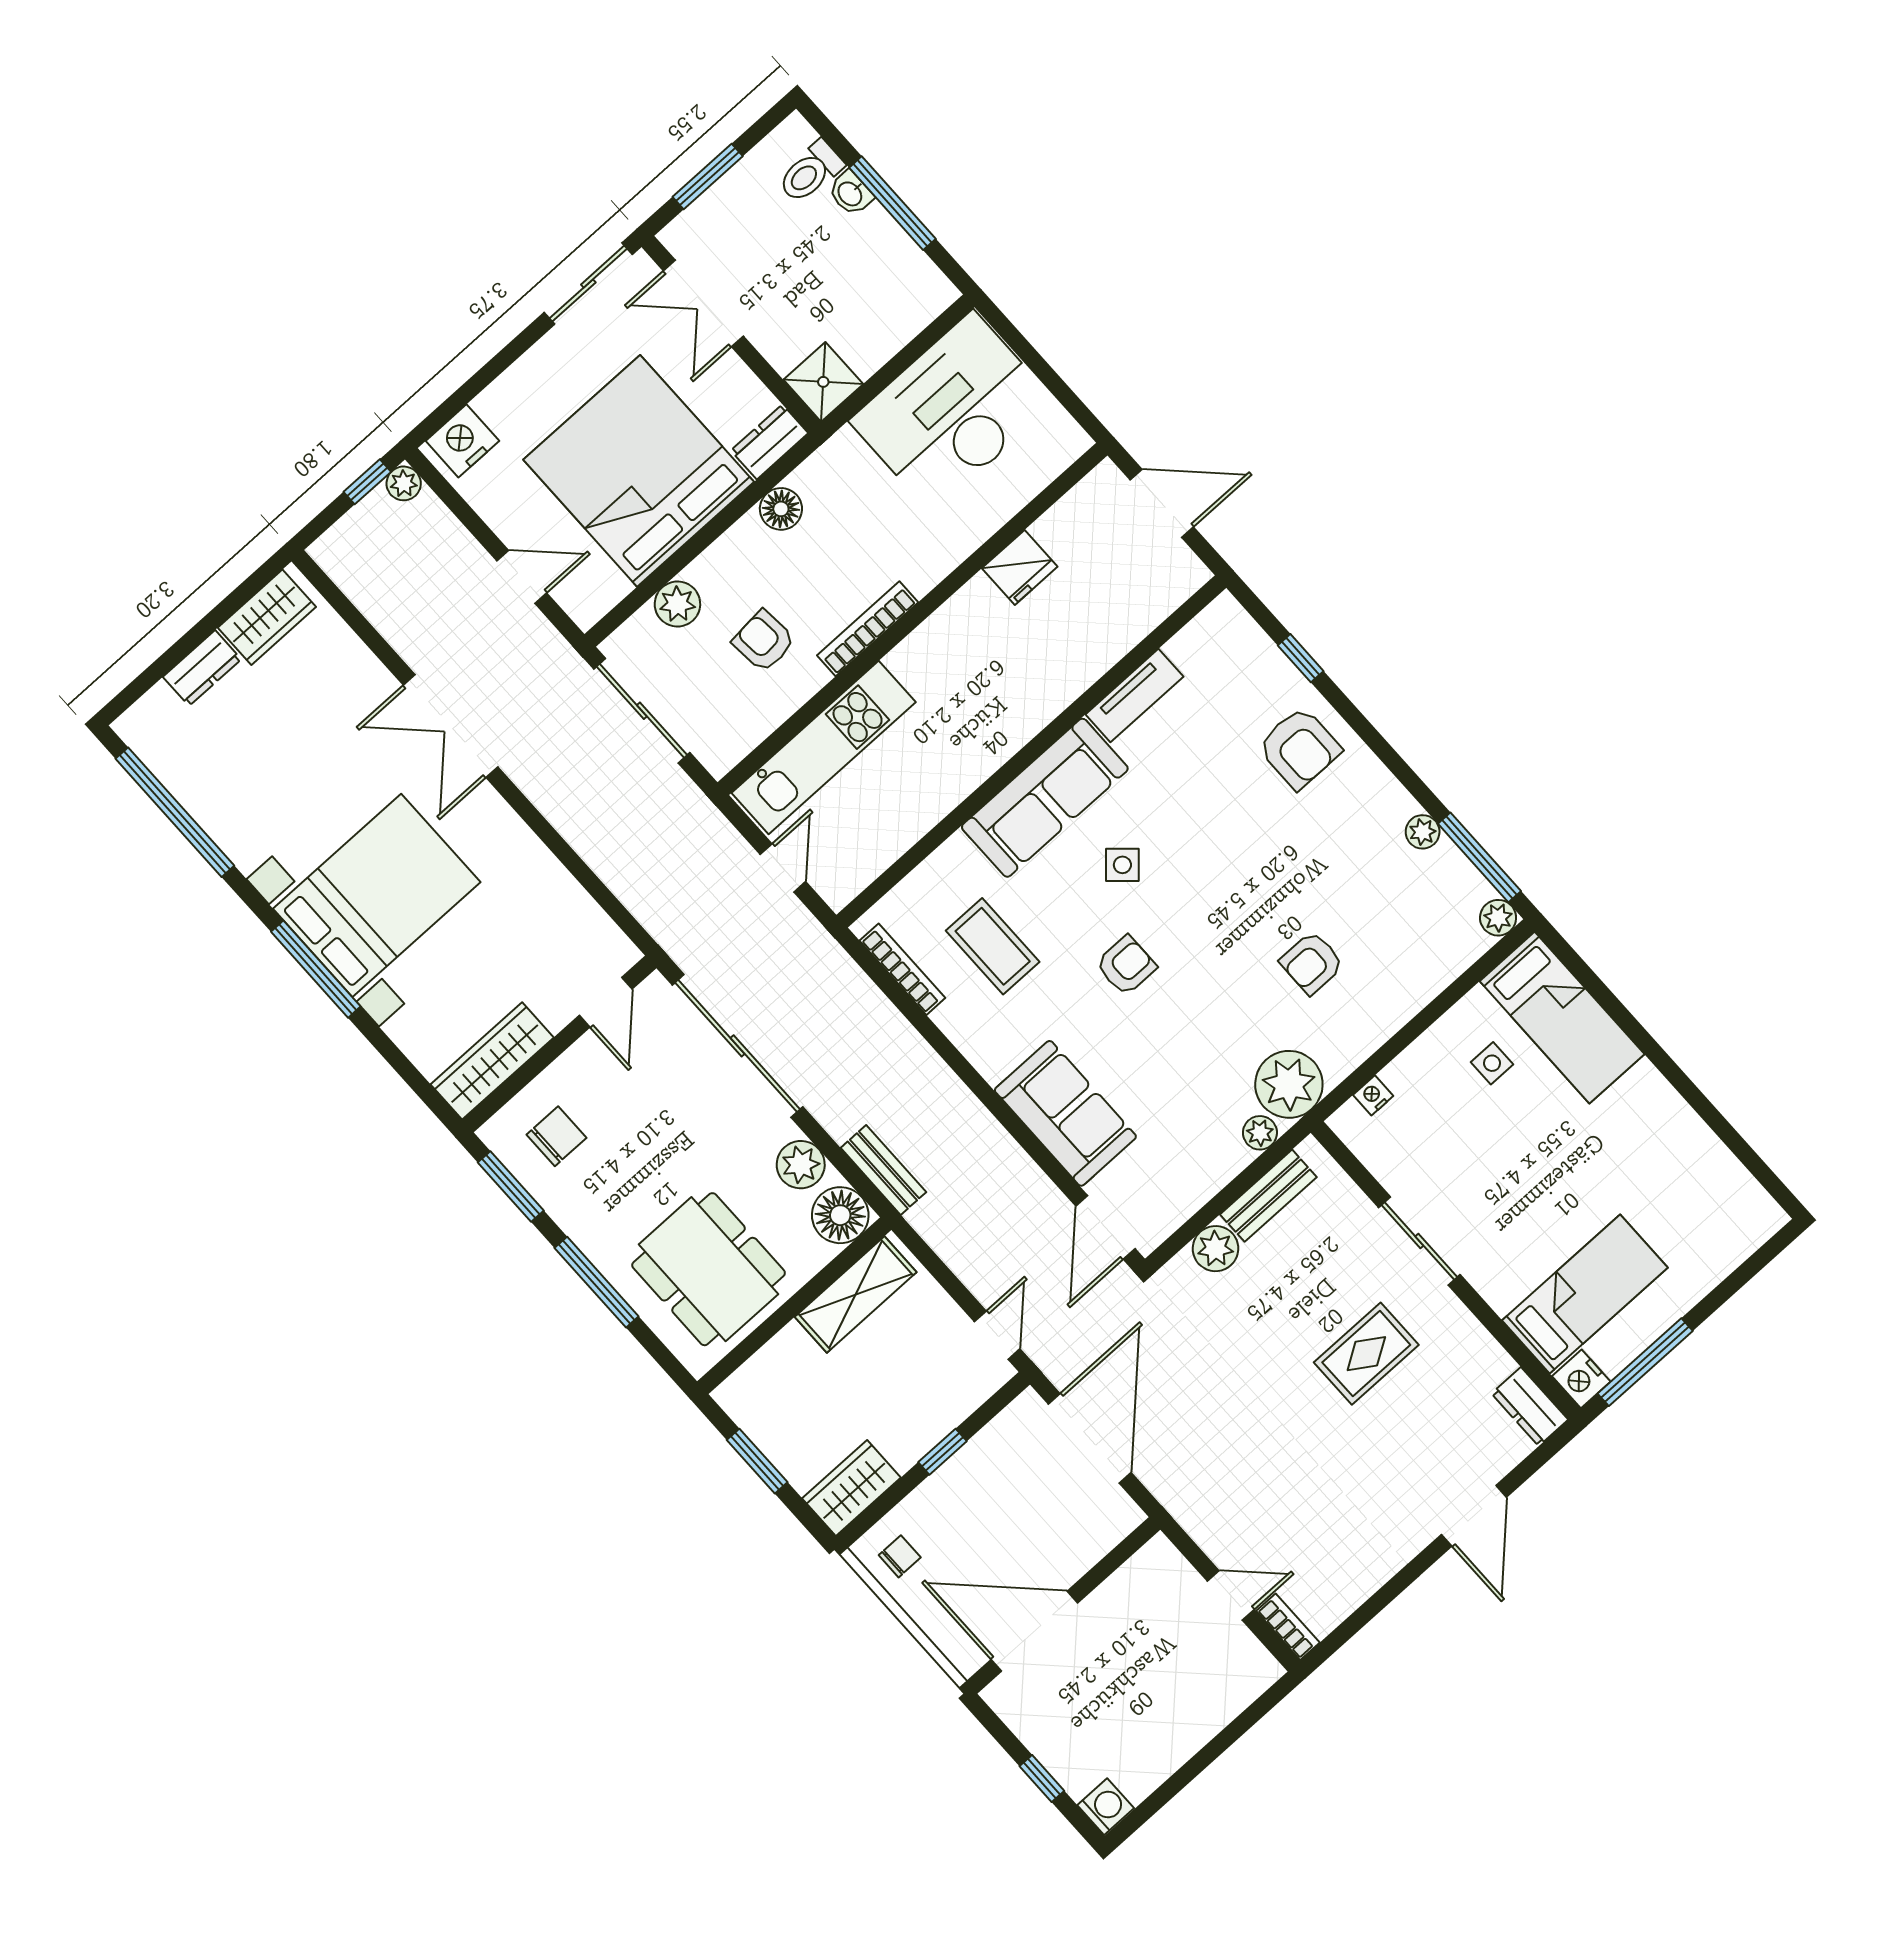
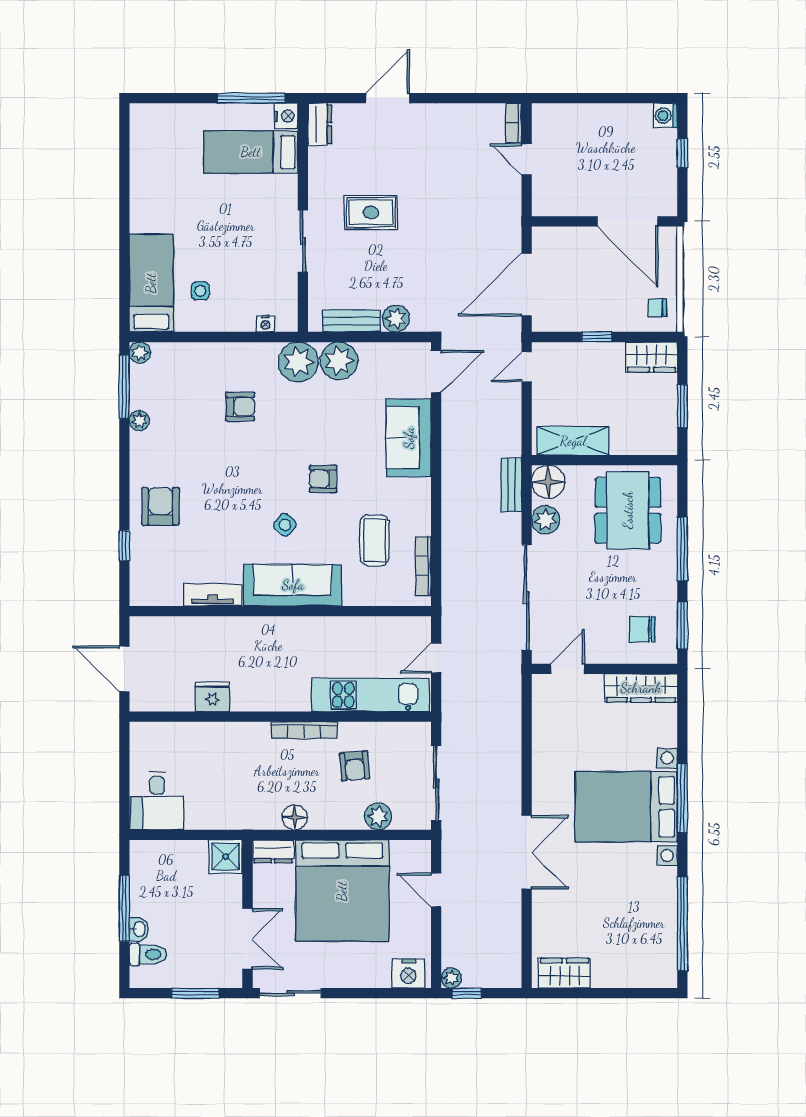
desk: (952, 412) -> (157, 801), width x0.53, depth x0.77
dresser: (202, 668) -> (613, 976), removed
plant: (1260, 1133) -> (339, 361), width x1.87, depth x1.87

